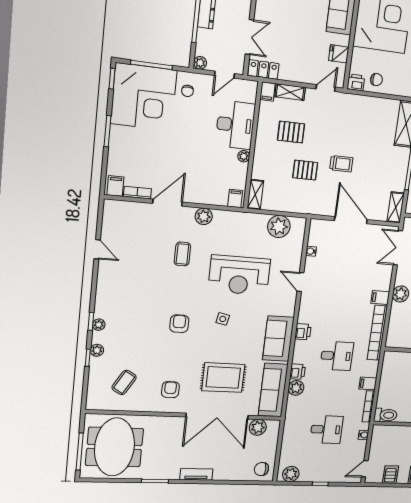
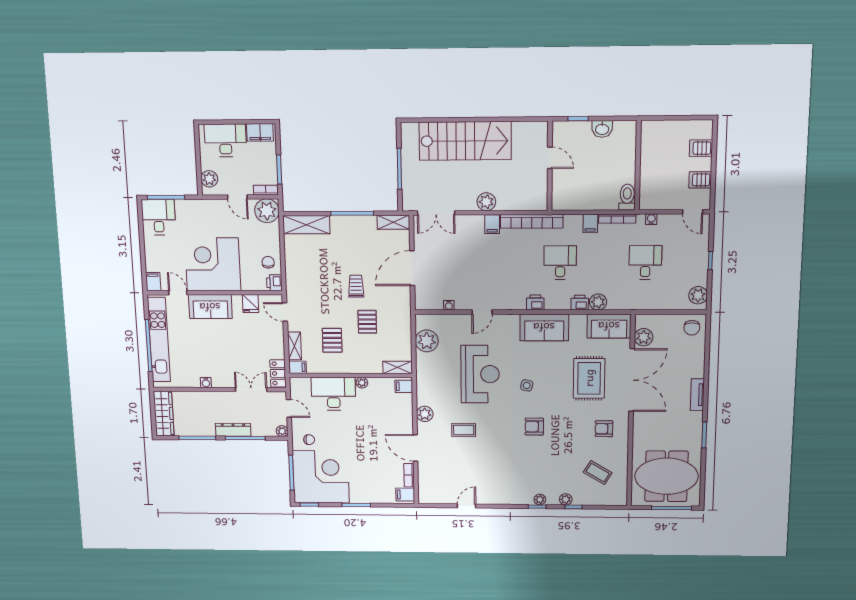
sofa: (273, 390) -> (609, 326), width x0.73

